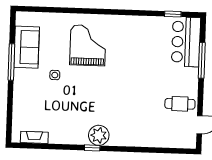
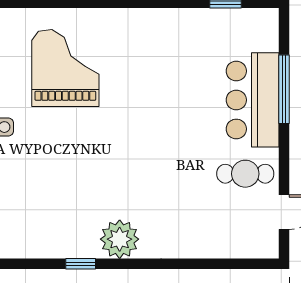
bar counter: (186, 42) -> (253, 100), moved
plant: (99, 135) -> (120, 239), moved

